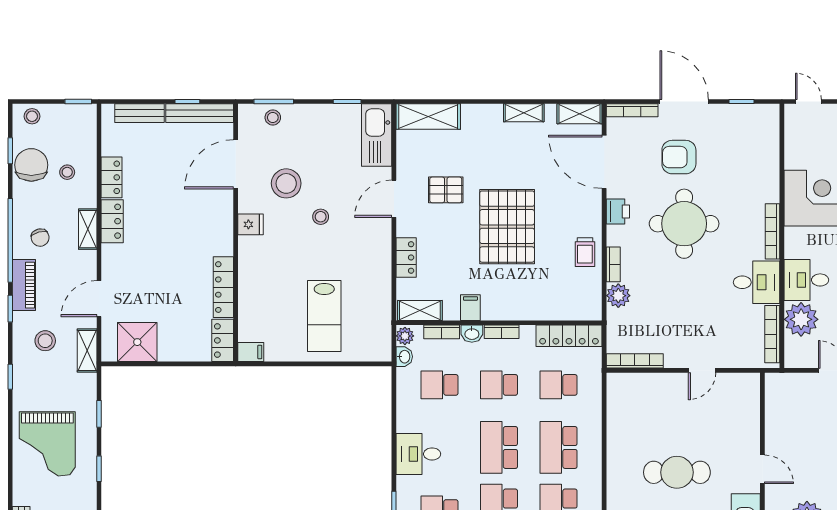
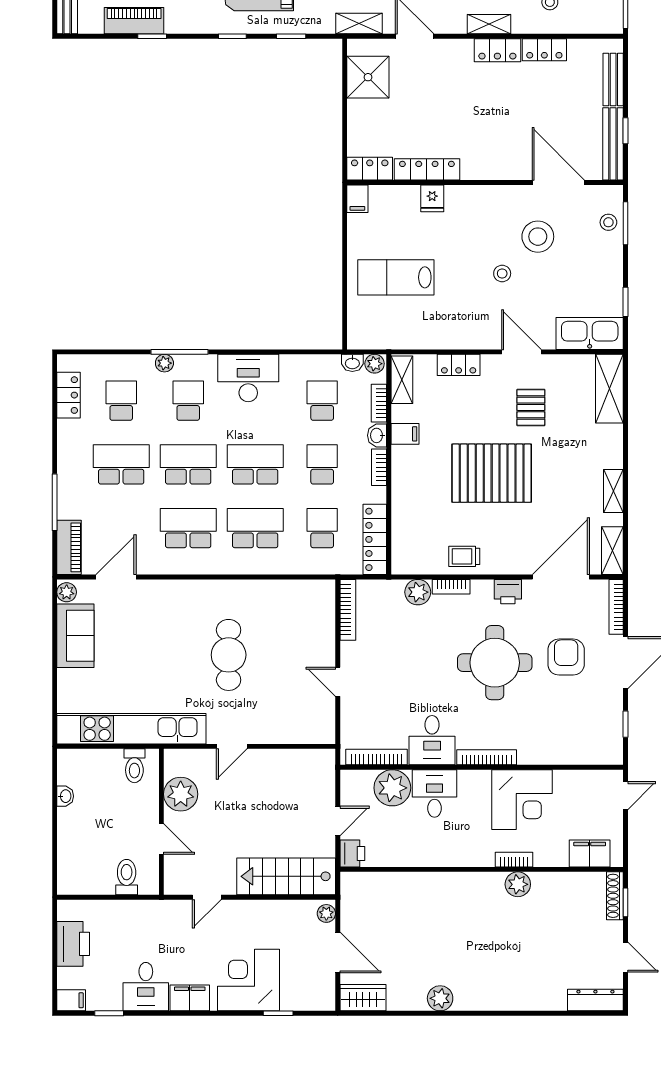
fridge: (250, 224) -> (432, 198), moved
desk: (418, 454) -> (248, 378), width x1.37

